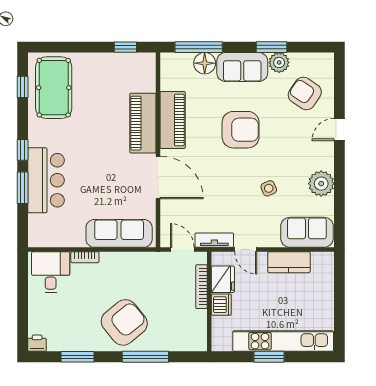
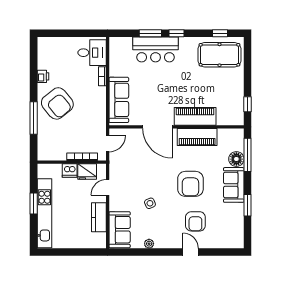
plant: (279, 62) -> (237, 210), removed
armchair: (305, 93) -> (195, 221), moved, turned 146
door: (158, 177) -> (157, 127), hinge flipped
plant: (321, 184) -> (149, 244), width x0.53, depth x0.53
tv unit: (214, 240) -> (114, 166), removed
printer: (37, 343) -> (43, 76), moved
window: (78, 357) -> (34, 71), removed

